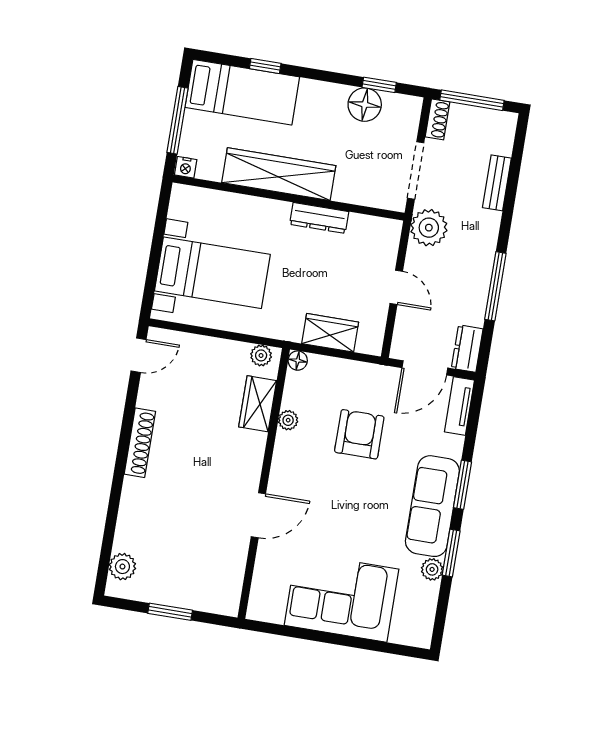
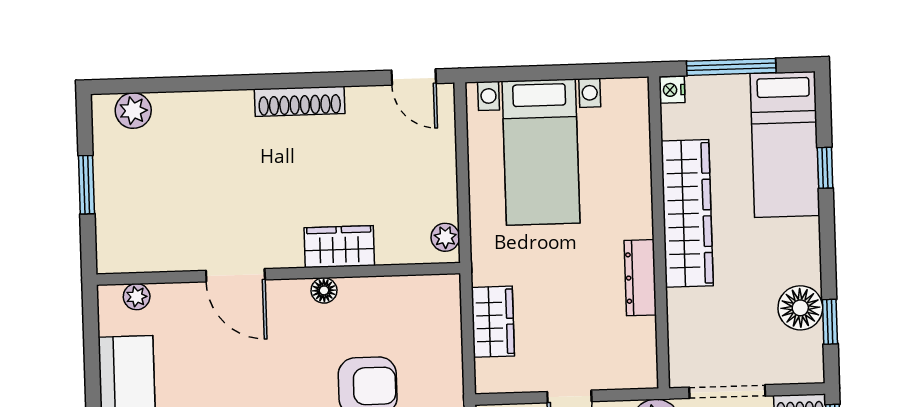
floor lamp: (298, 361) -> (324, 290), moved
wardrobe: (258, 404) -> (339, 247), moved
plant: (288, 420) -> (137, 297), moved

